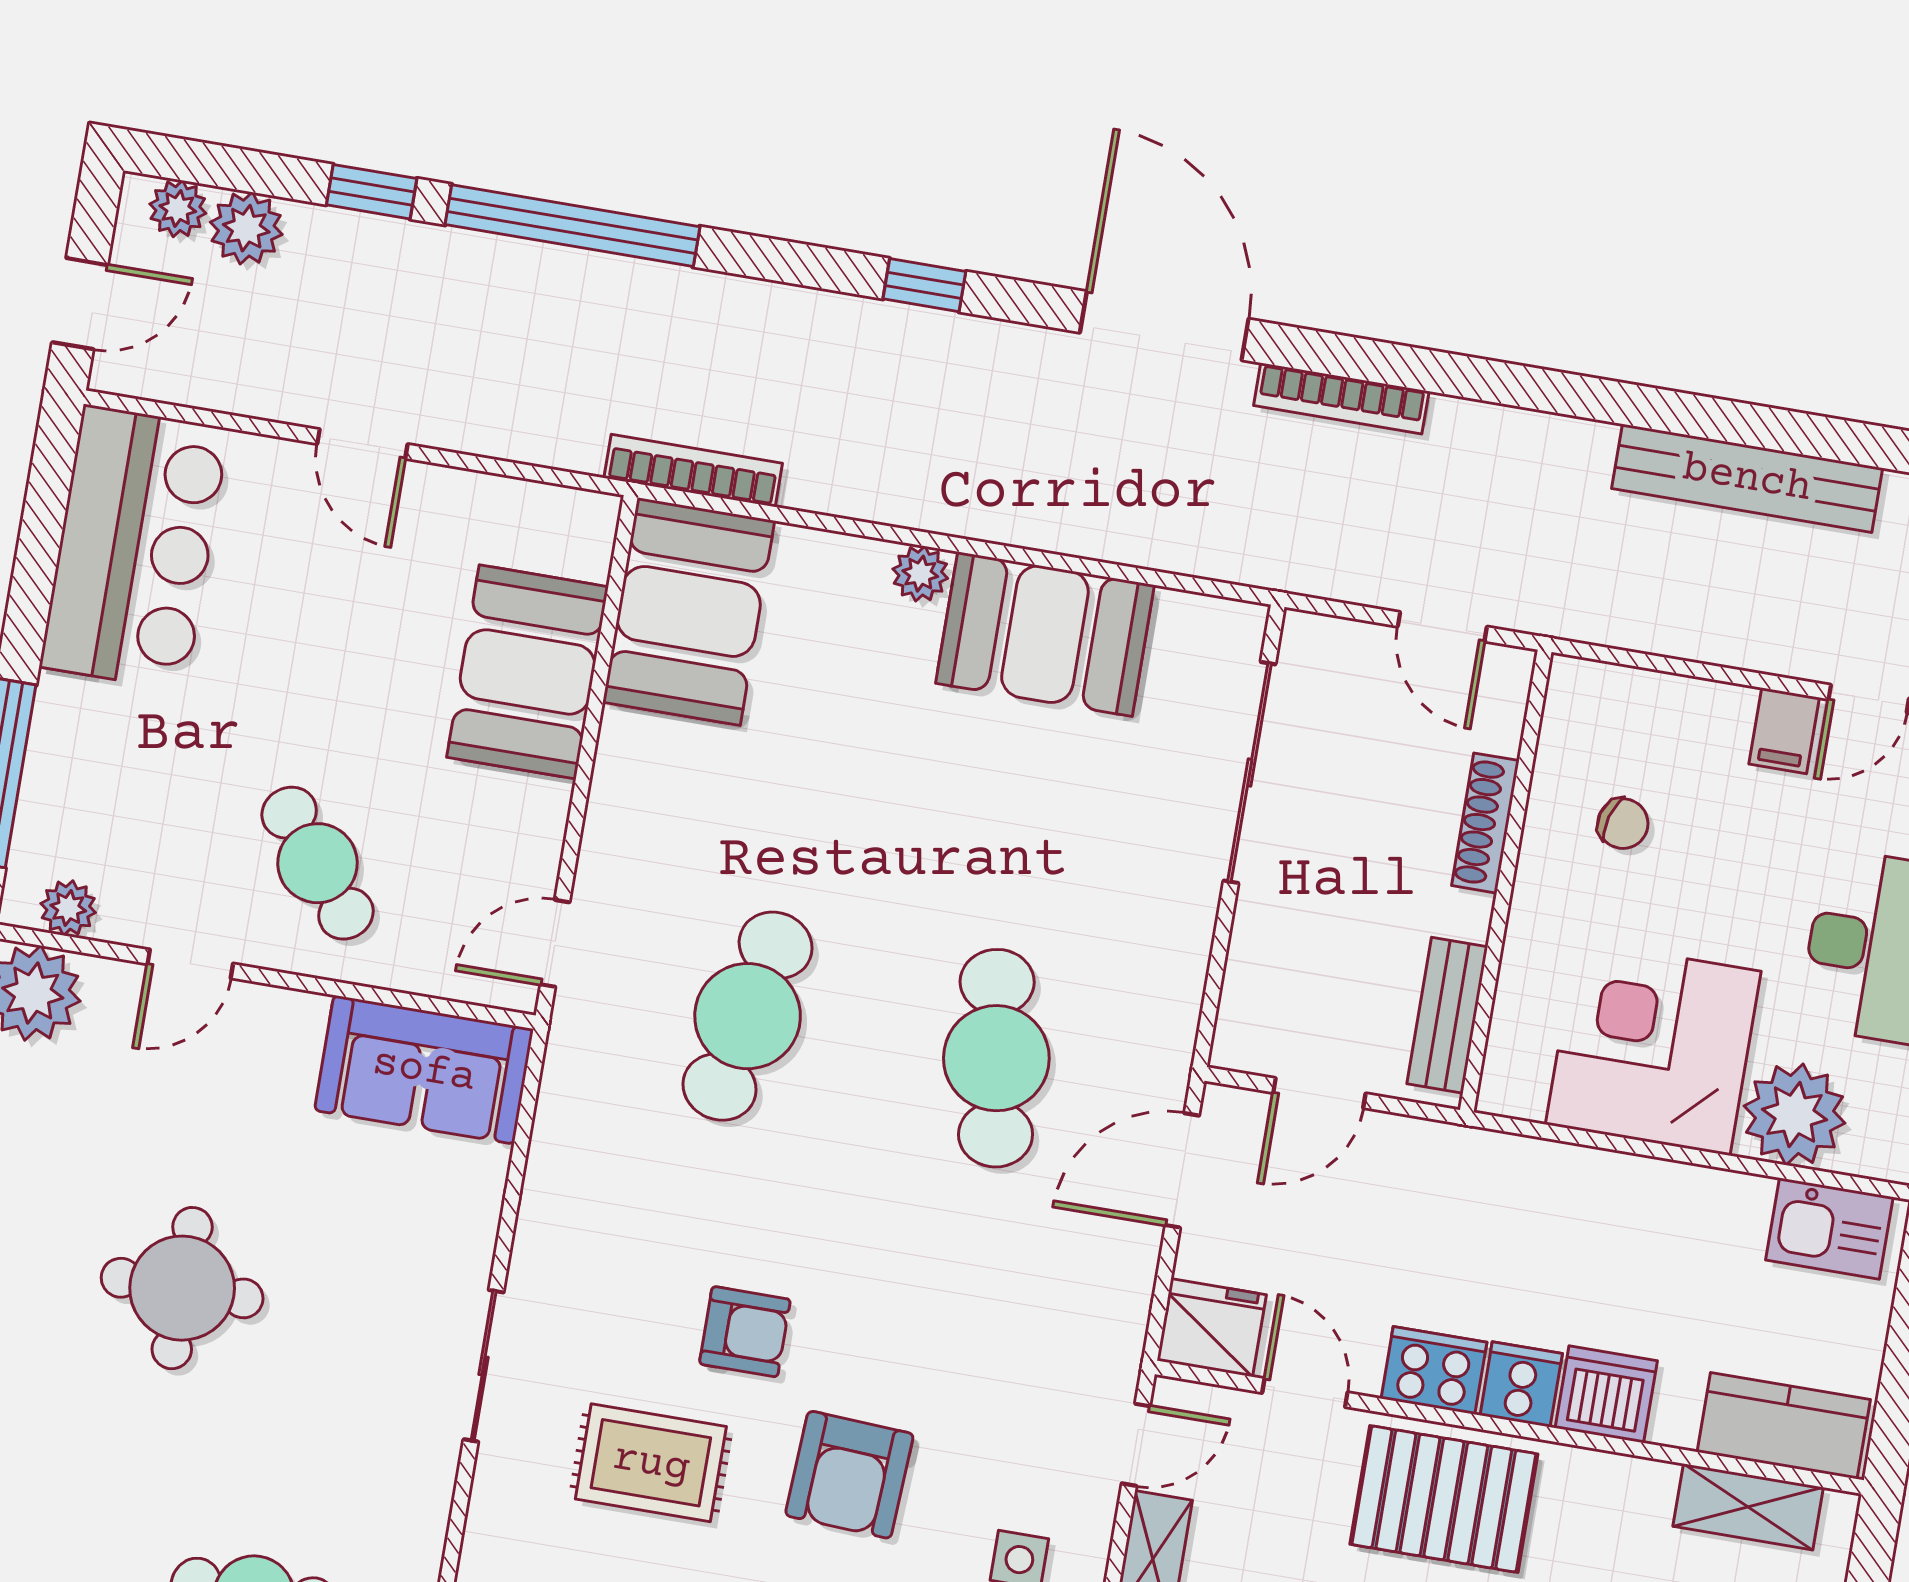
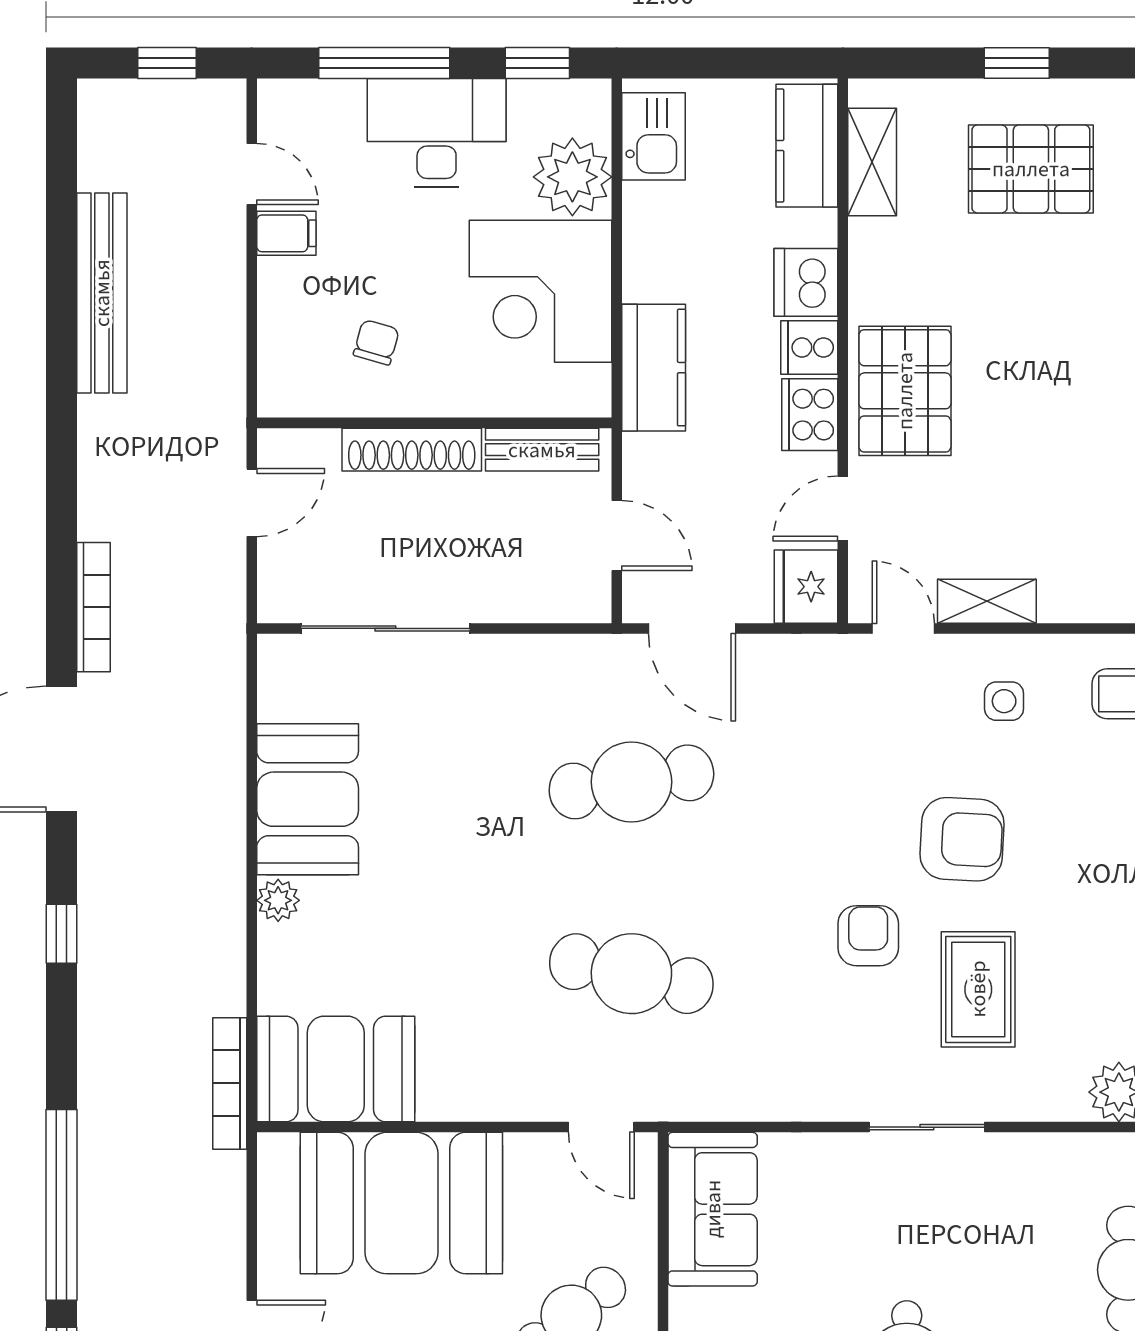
booth: (528, 672) -> (401, 1203), width x1.36, depth x1.42
shoe rack: (1485, 823) -> (412, 450), width x1.36, depth x1.24
kitchen counter: (1529, 1178) -> (654, 368), added

